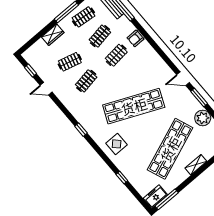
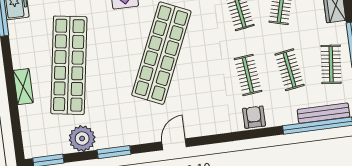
door: (183, 79) -> (174, 144), moved
shop shelf: (170, 149) -> (69, 65), turned 30

